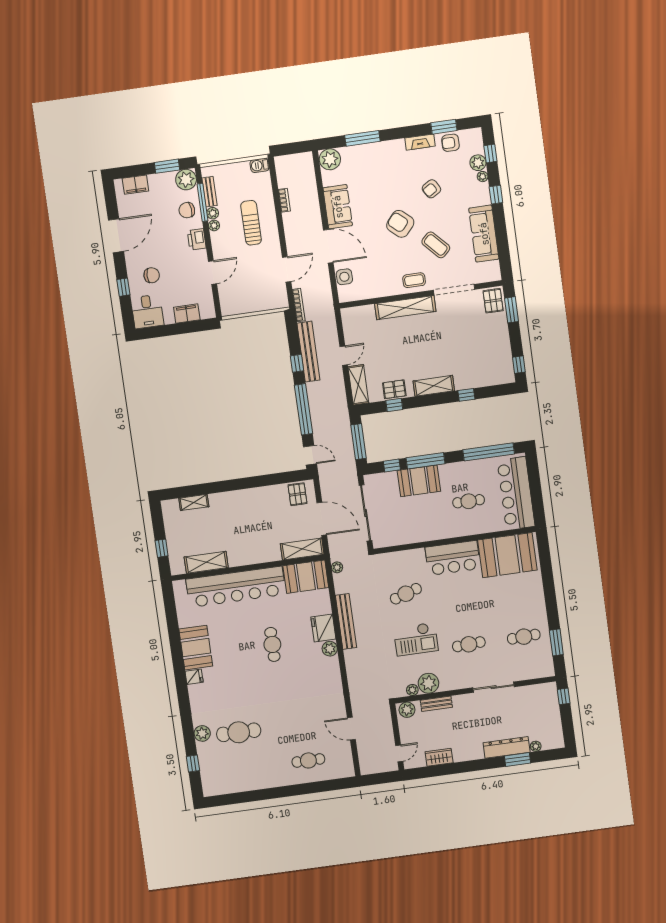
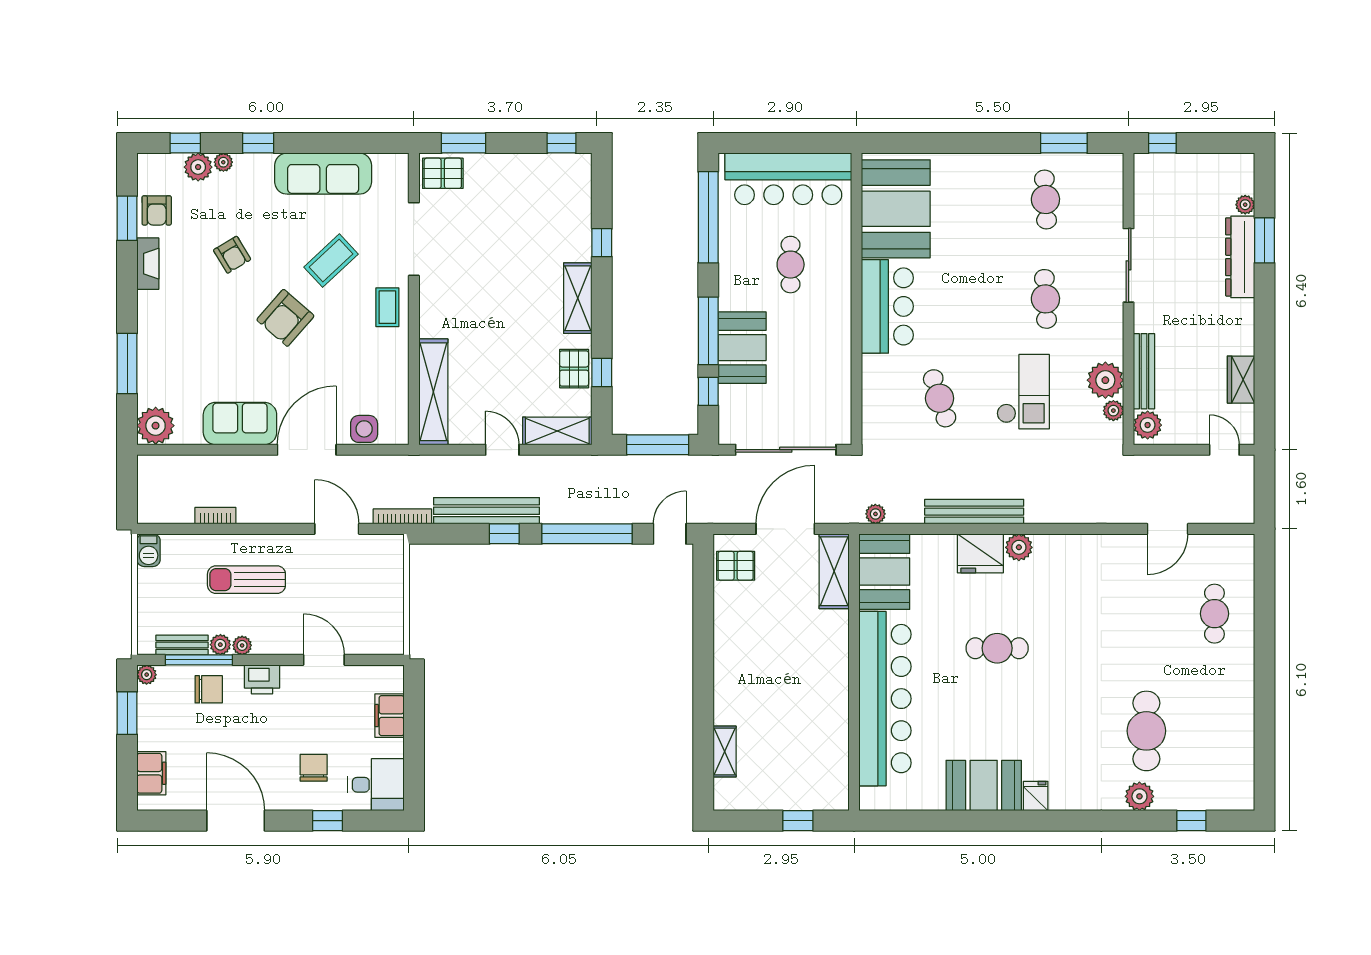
plant: (186, 180) -> (147, 675), width x0.53, depth x0.53
chair: (187, 210) -> (209, 689), turned -85
shelving: (405, 308) -> (433, 392), moved
shelving: (206, 562) -> (834, 745), removed
bench: (436, 704) -> (1144, 371), width x1.36

